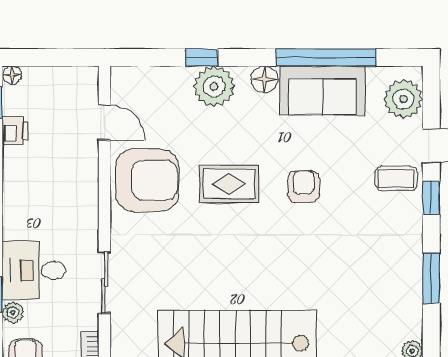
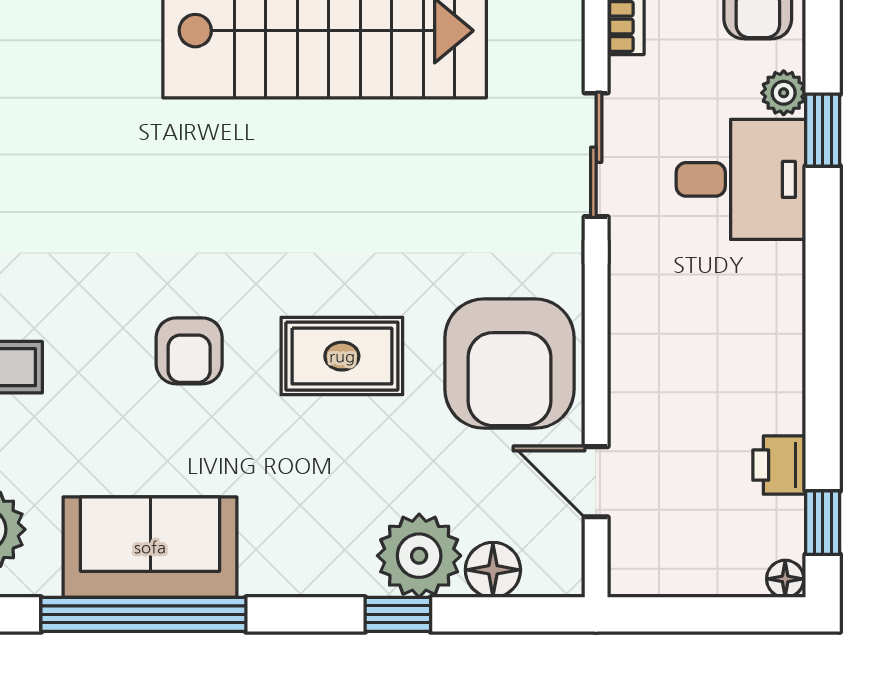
floor lamp: (264, 79) -> (493, 570), moved
plant: (214, 86) -> (419, 556), moved
armchair: (147, 180) -> (509, 364), turned -90

